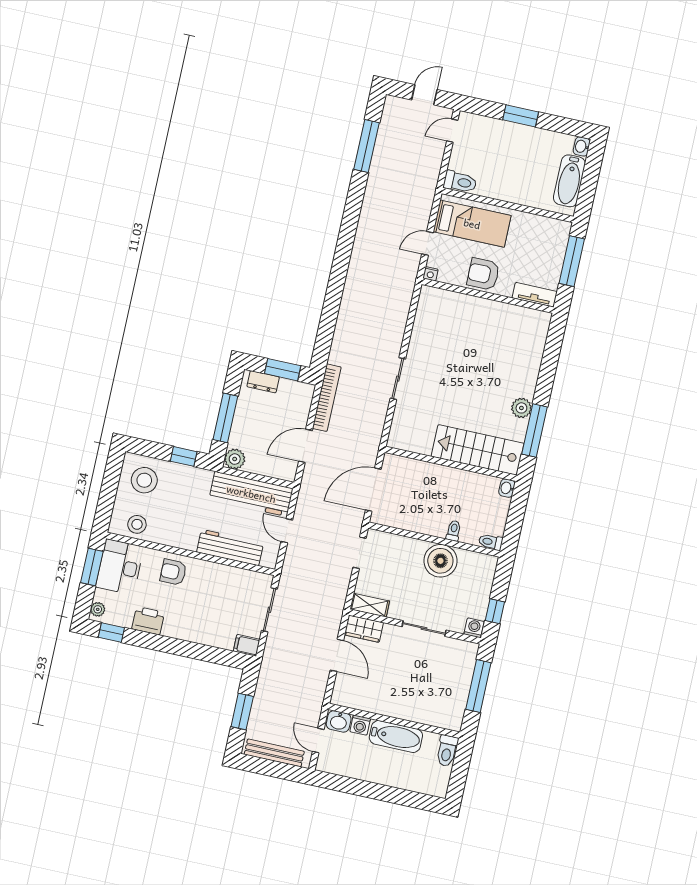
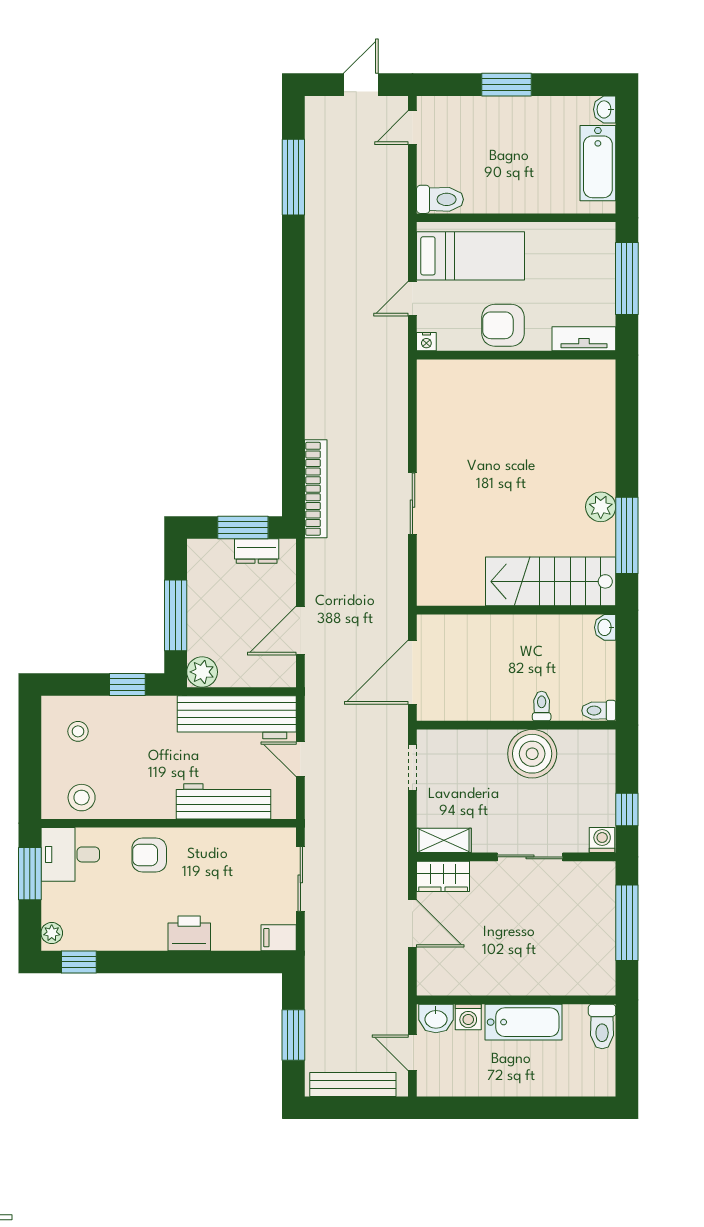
dresser: (263, 382) -> (257, 551), moved
bookcase: (327, 398) -> (316, 489), moved
stool: (144, 480) -> (78, 731), width x0.53, depth x0.53
desk: (120, 567) -> (70, 854), width x0.73
printer: (148, 621) -> (189, 933), moved

